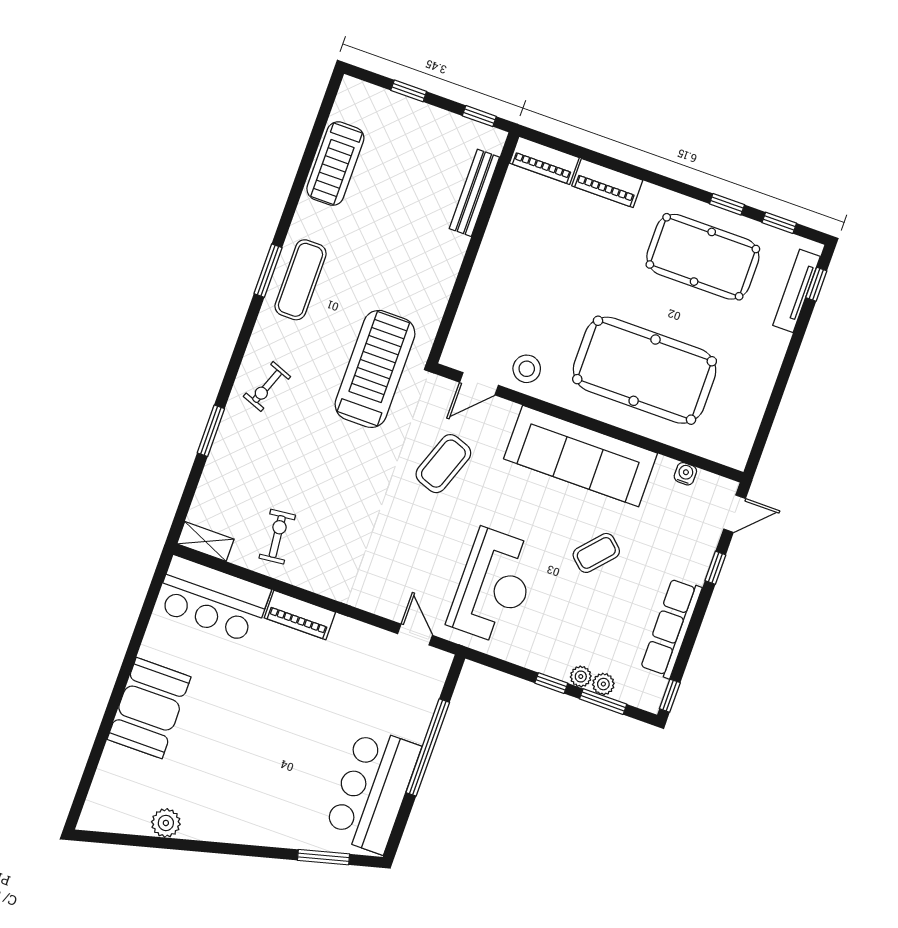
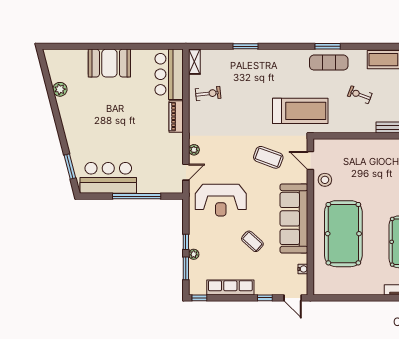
exercise bike: (267, 387) -> (360, 95), moved
plant: (603, 684) -> (194, 150), moved

